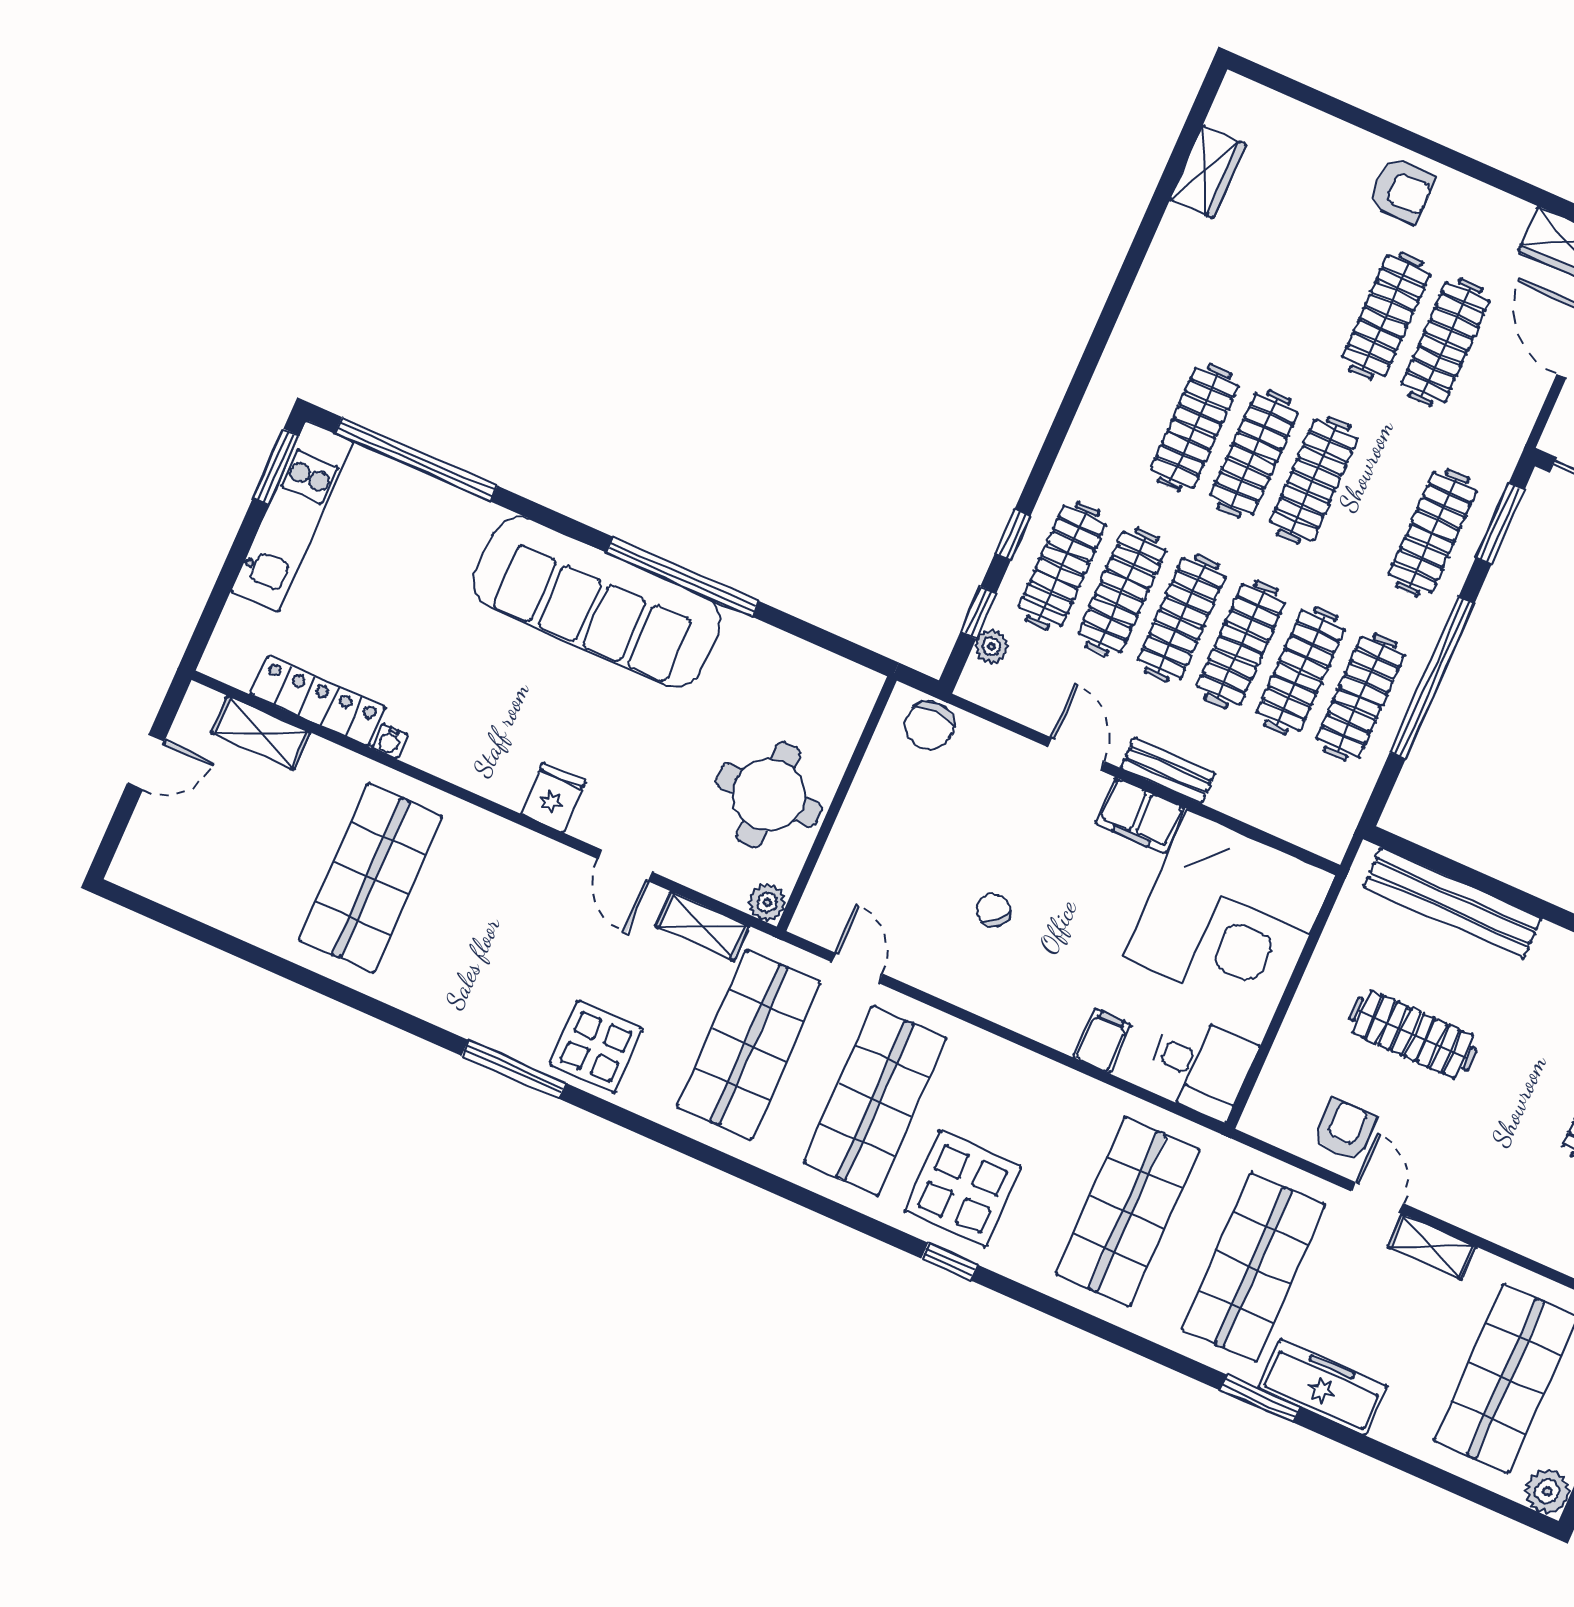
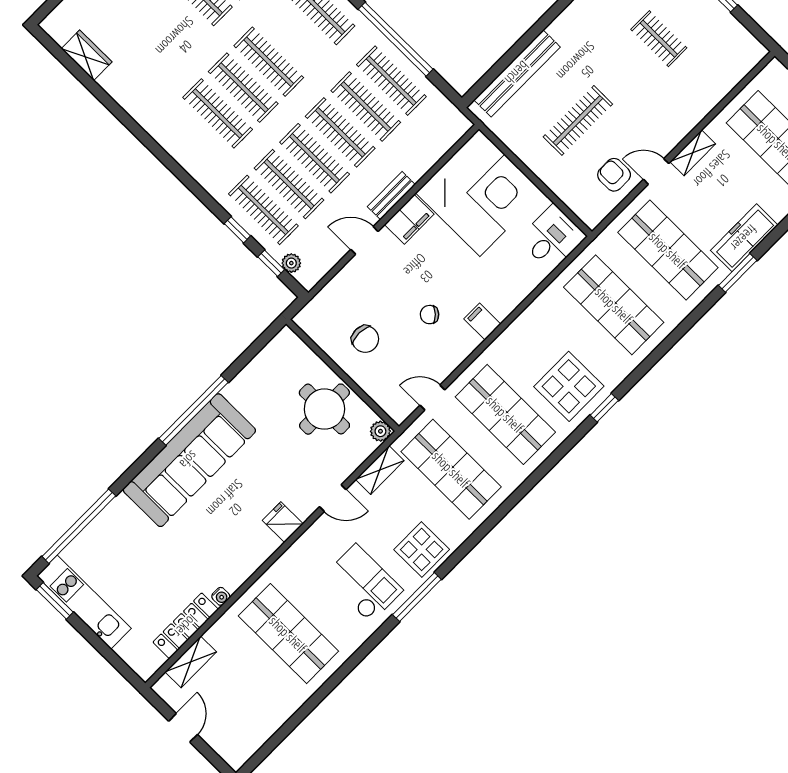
chair: (930, 726) -> (365, 339), moved
checkout: (502, 971) -> (363, 583), added
filing cabinet: (1102, 1041) -> (482, 322), moved

